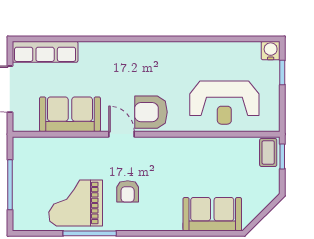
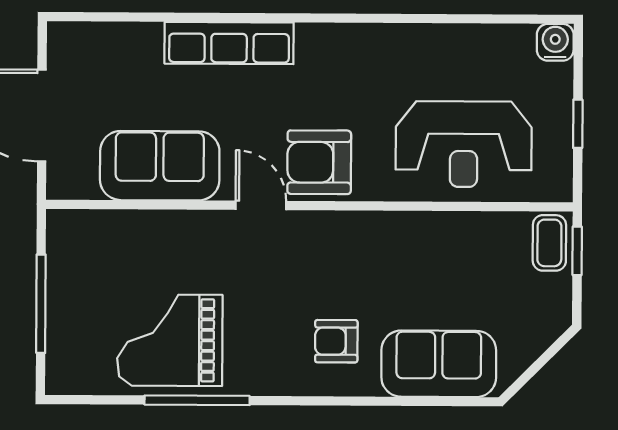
row of seats: (45, 52) -> (229, 43), moved
window: (282, 73) -> (578, 124), moved
armchair: (128, 191) -> (336, 341), moved, turned 90

